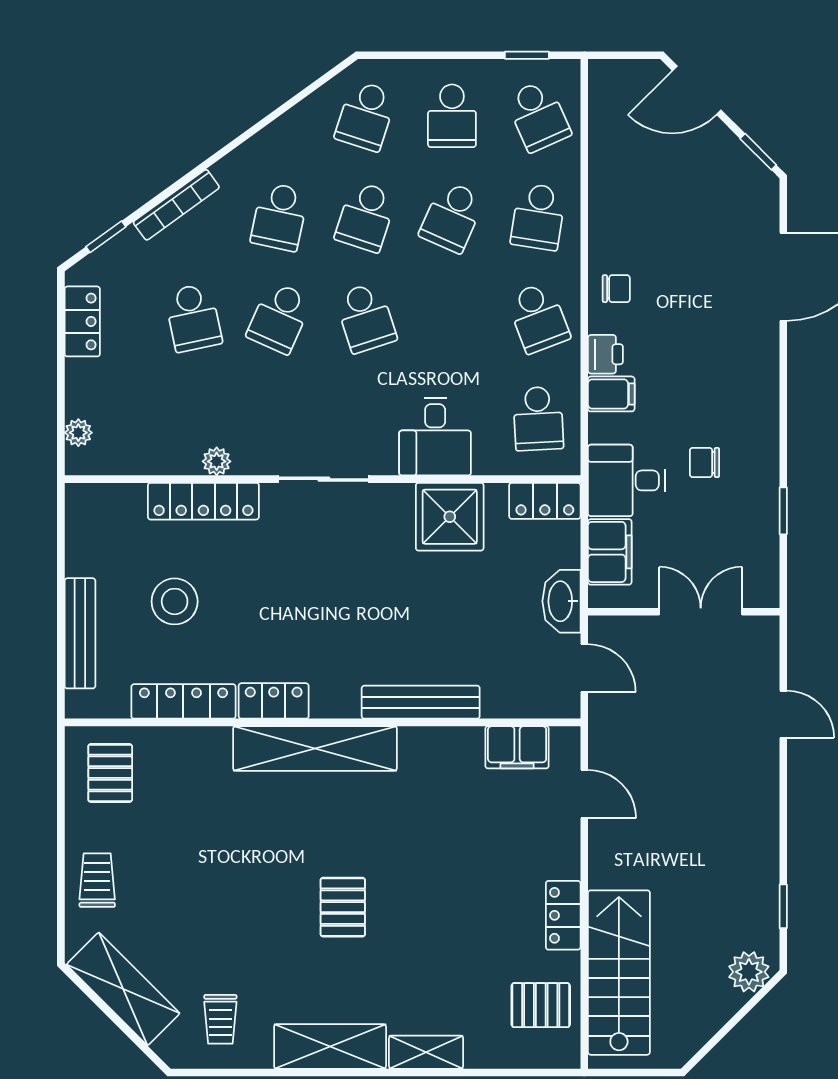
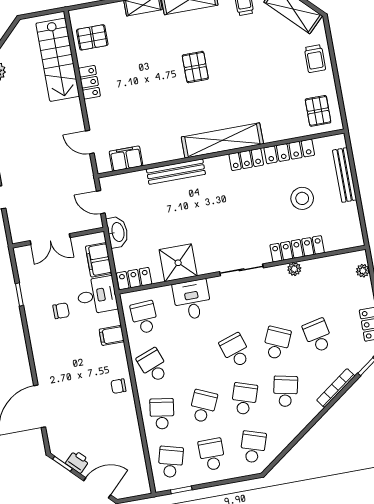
school desk: (538, 116) -> (171, 462), turned 39
printer: (605, 354) -> (77, 462), moved, turned 135

